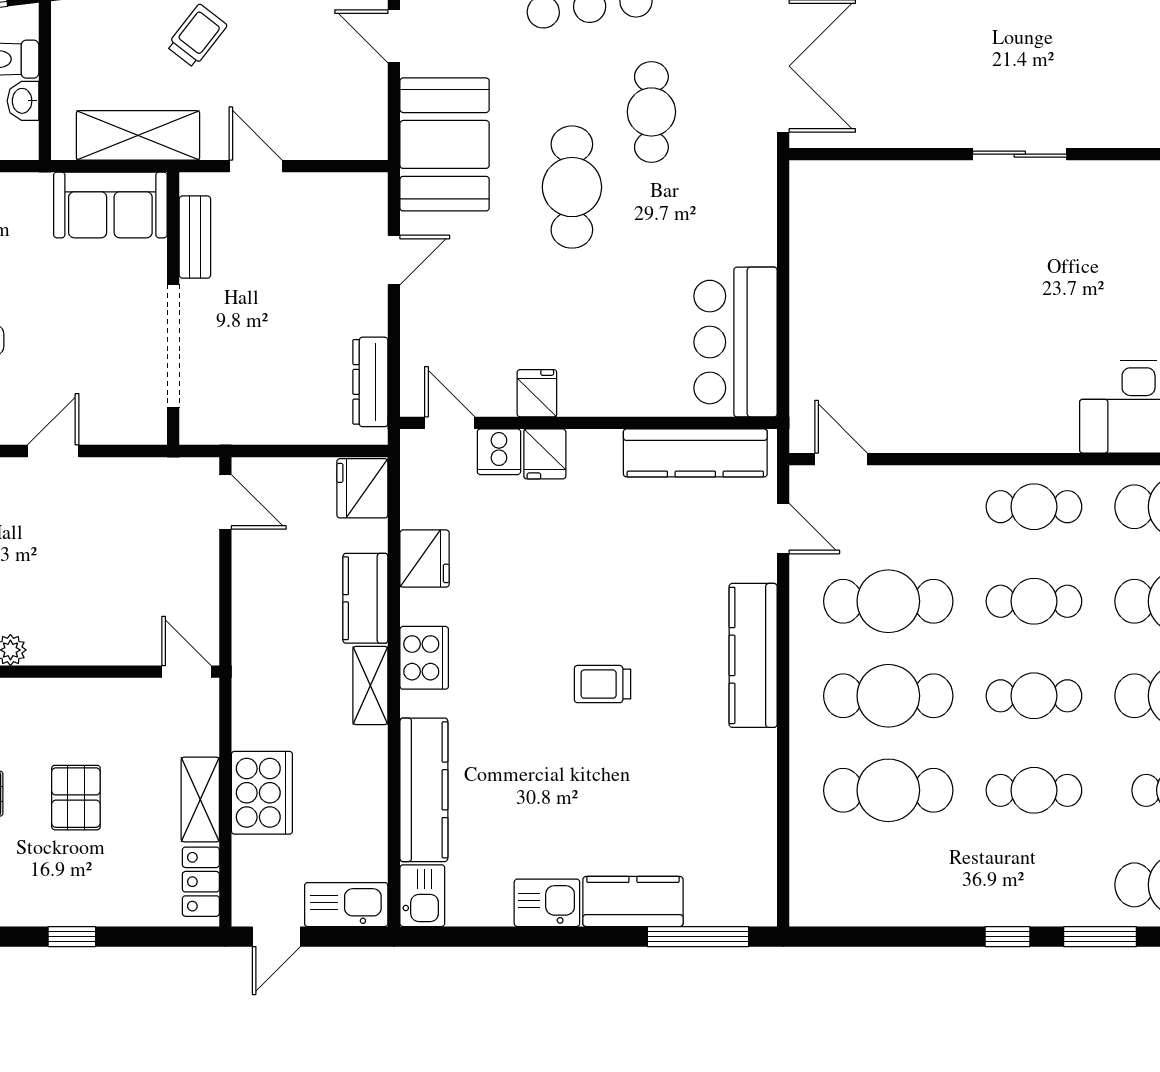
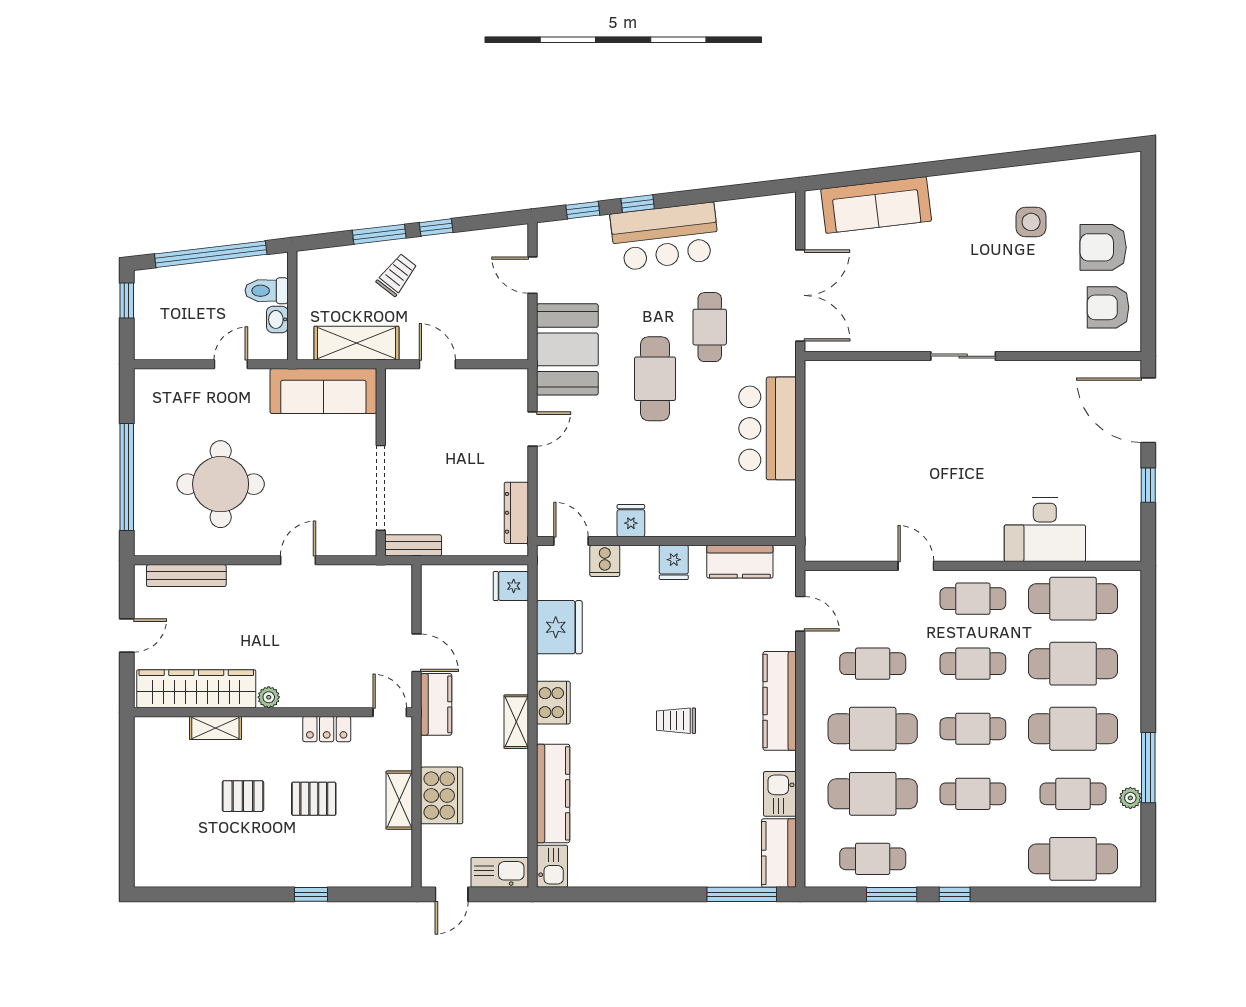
sofa: (110, 205) -> (323, 391), width x1.36
bench: (195, 237) -> (413, 545), moved, turned 90
bar counter: (736, 342) -> (768, 428), moved
kitchen counter: (695, 453) -> (740, 562), width x0.67
fridge: (545, 454) -> (674, 562), moved
door: (841, 459) -> (916, 566), moved
fridge: (362, 488) -> (511, 586), width x0.72
door: (225, 502) -> (417, 653), moved
fridge: (425, 559) -> (559, 627), width x1.36, depth x1.34
kitchen counter: (365, 598) -> (436, 704), moved, turned 180
cafe table: (888, 601) -> (873, 664), width x0.73, depth x0.74
pallet: (76, 798) -> (314, 799), turned 90
locker: (201, 882) -> (327, 729), moved, turned -90
cafe table: (888, 885) -> (873, 859), added
kitchen counter: (633, 901) -> (779, 853), moved, turned -90
kitchen sink: (547, 903) -> (780, 794), moved, turned -90
window: (1100, 937) -> (892, 894), moved

